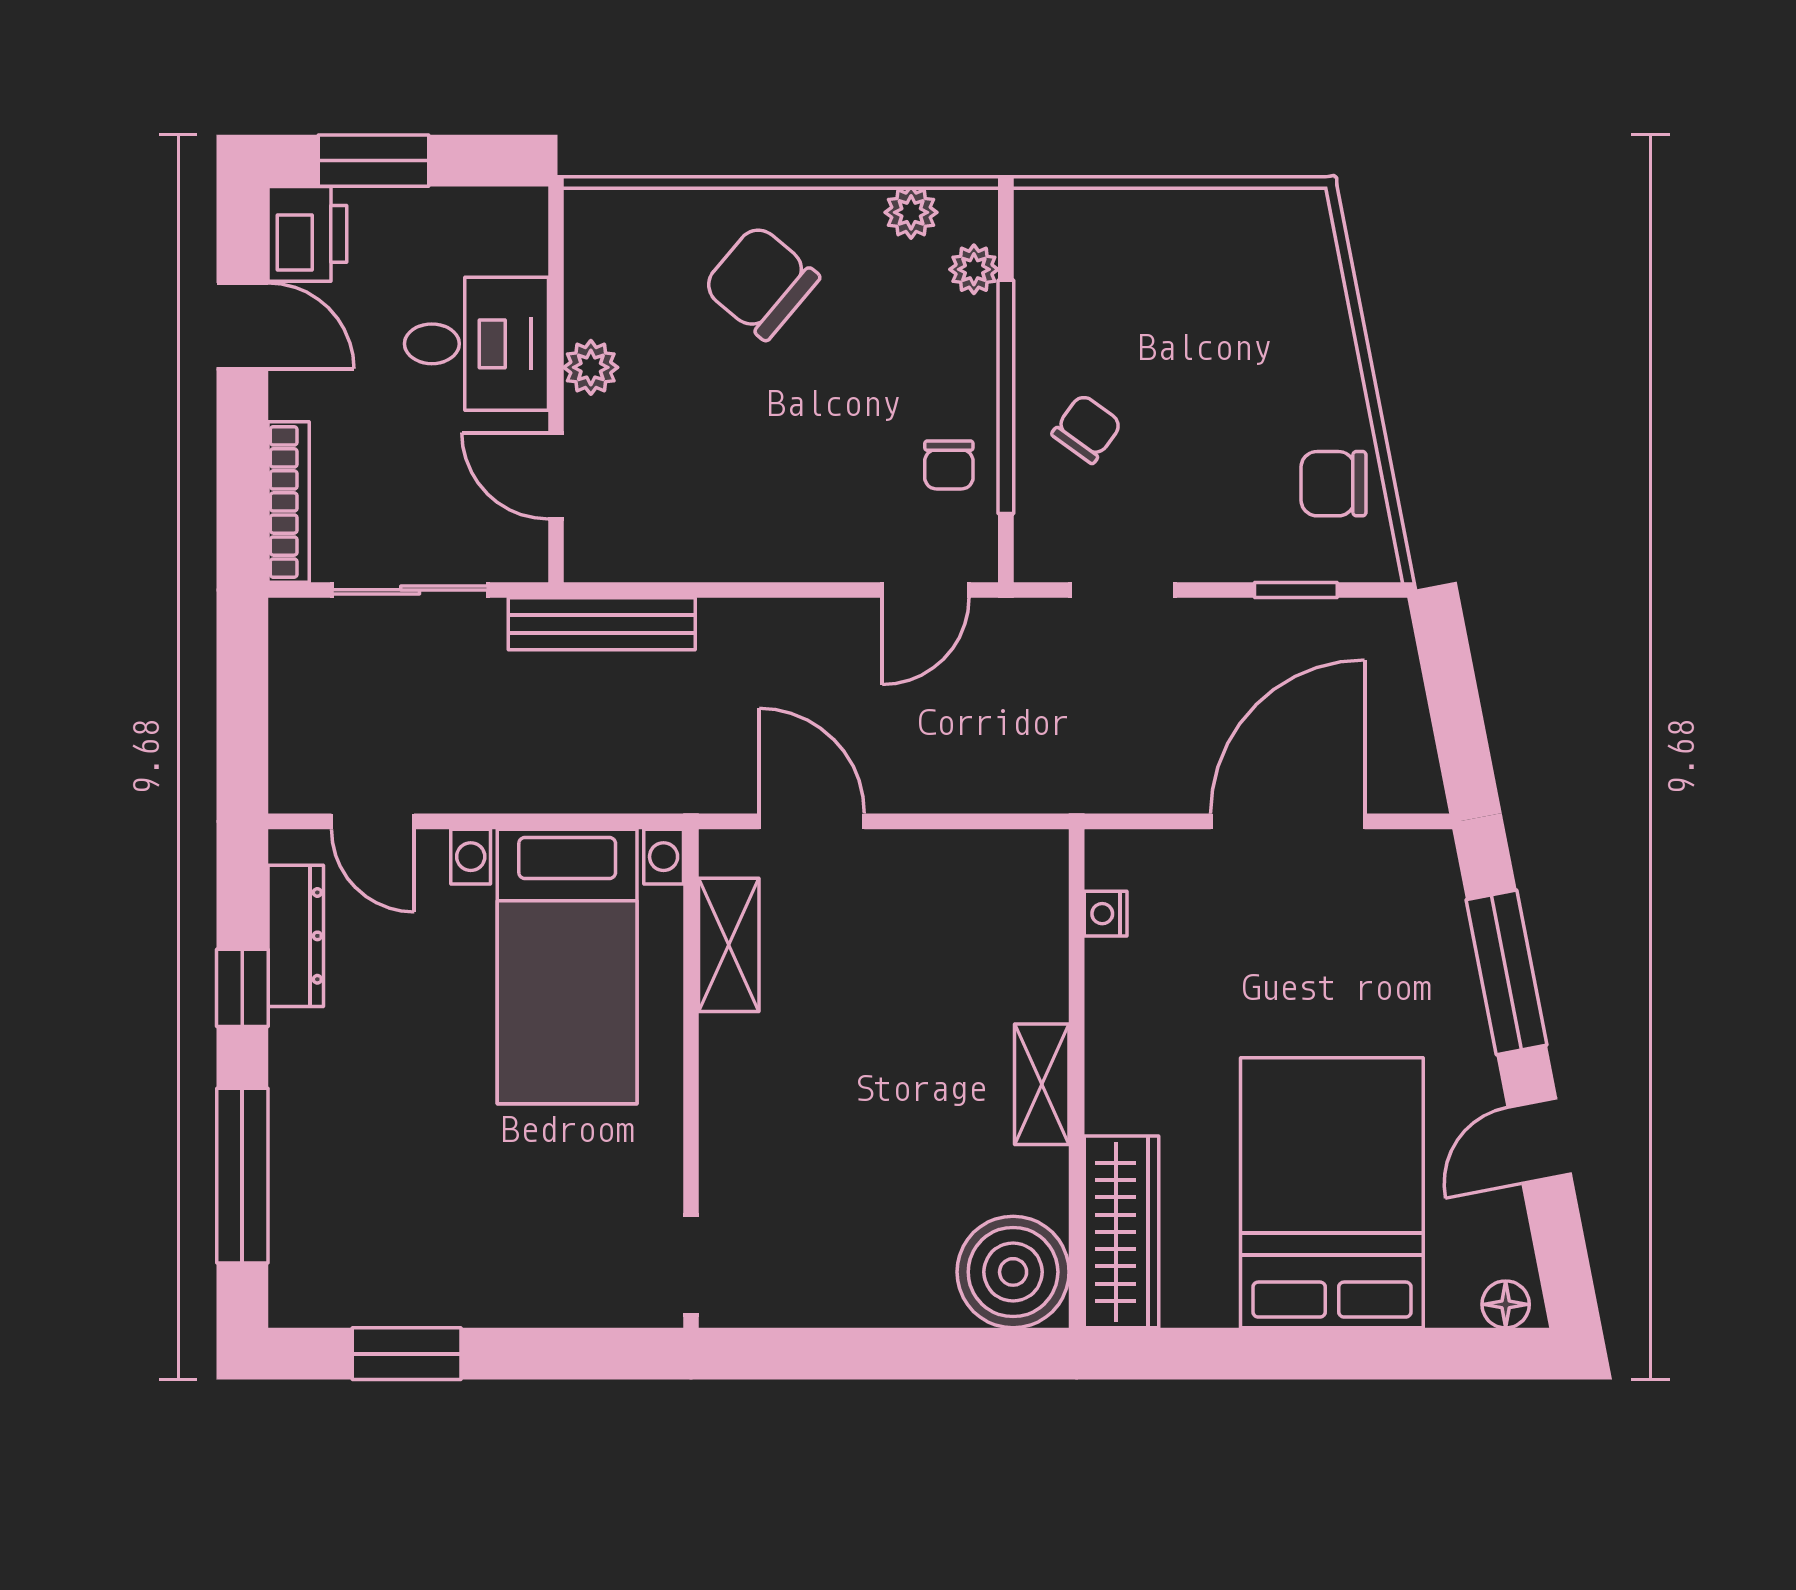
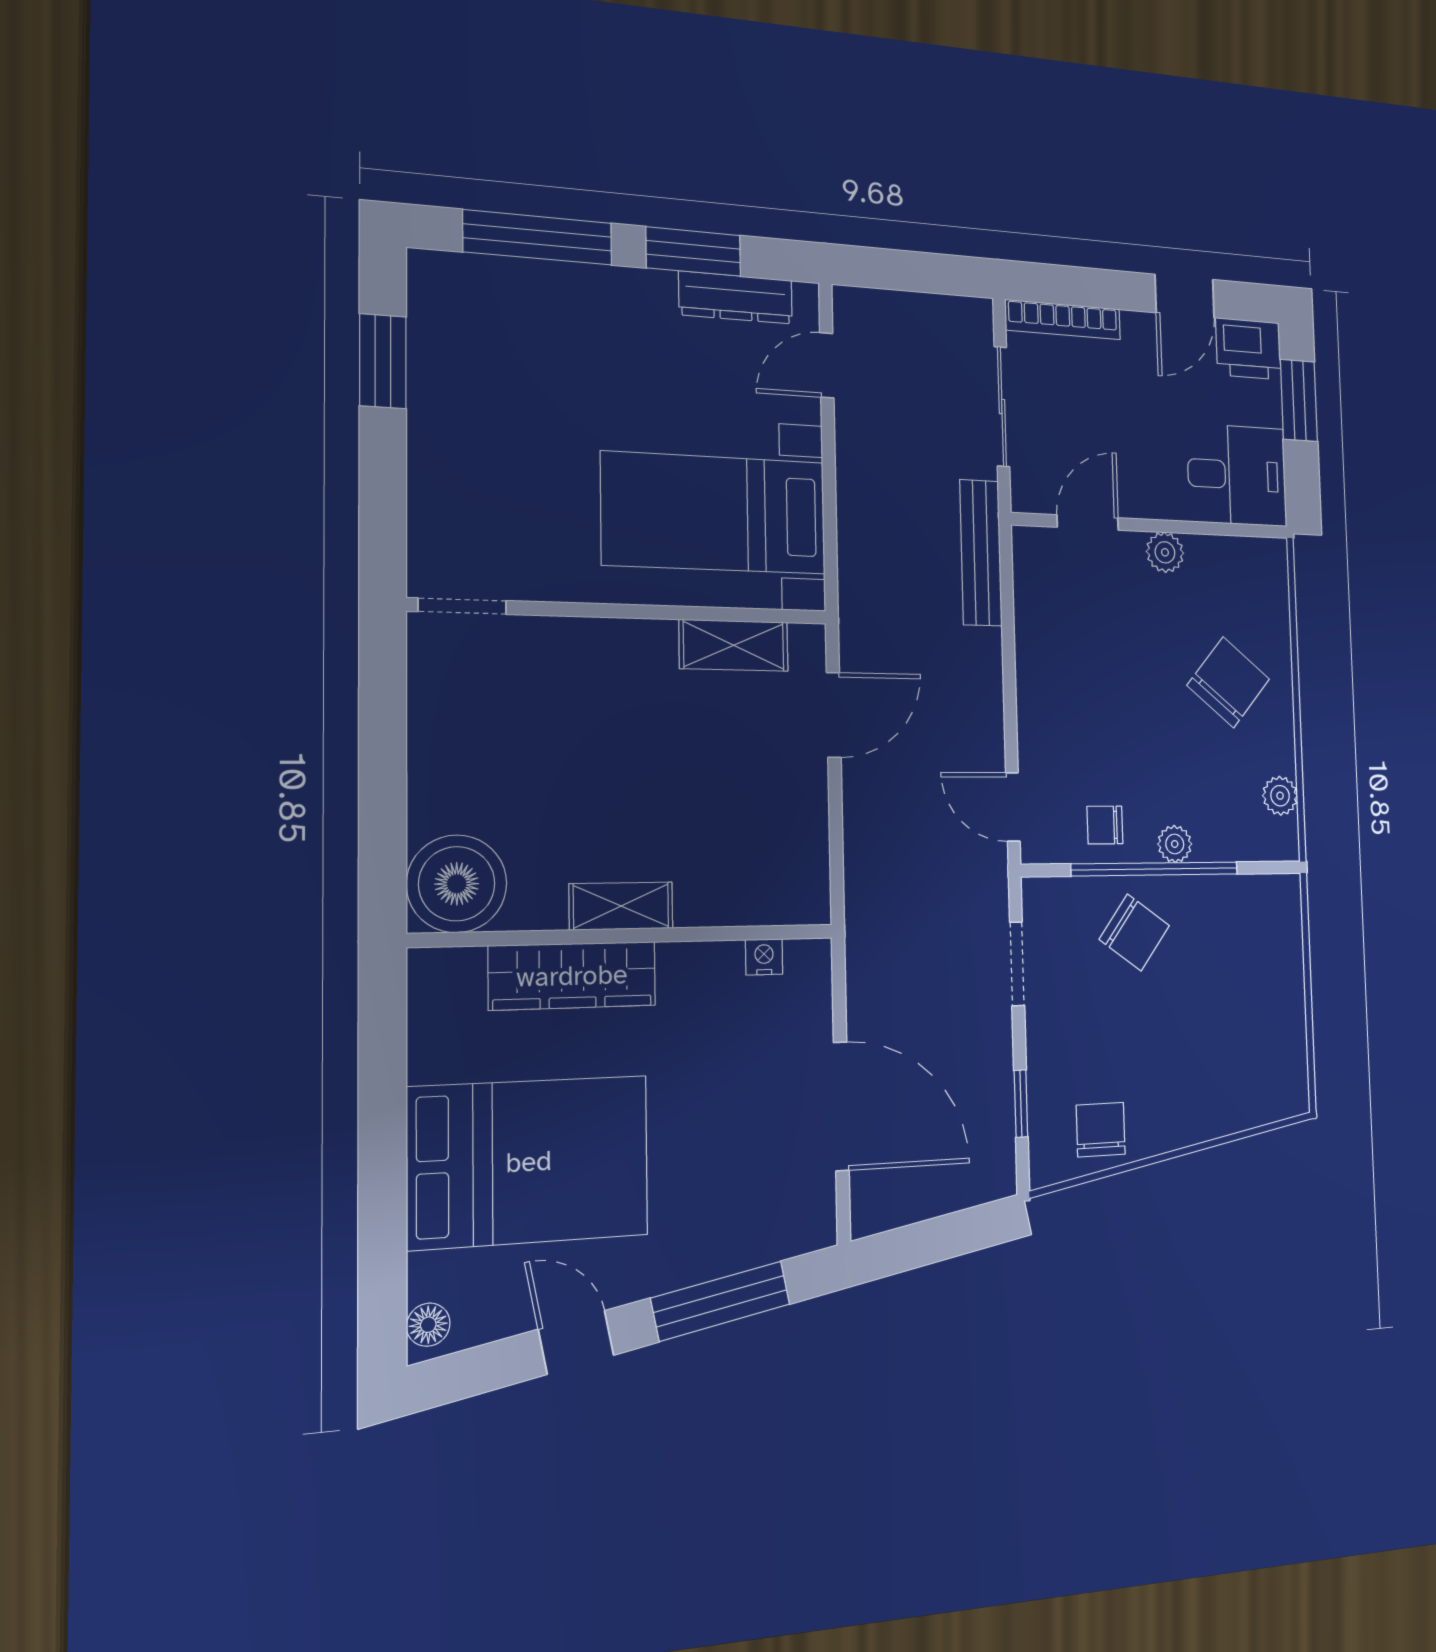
plant: (974, 269) -> (1175, 844), moved
desk: (476, 344) -> (1237, 475), moved, turned -90
chair: (1087, 429) -> (1134, 932), width x1.37, depth x1.37
window: (242, 988) -> (693, 252), width x1.50
wardrobe: (1122, 1232) -> (572, 976), moved

